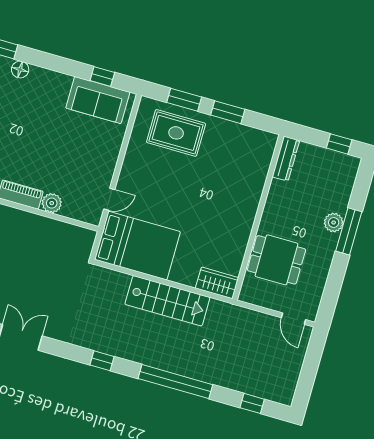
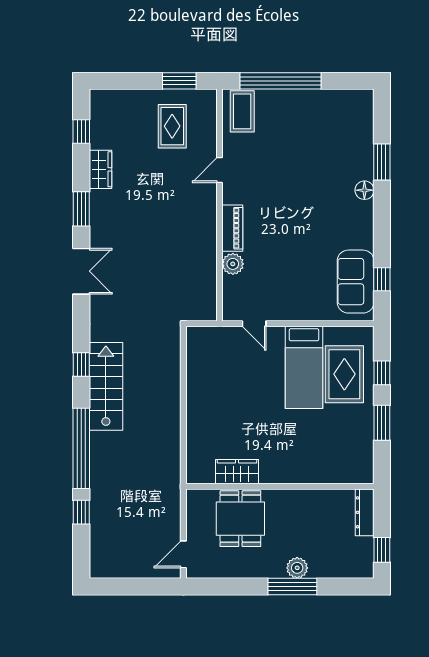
window: (184, 100) -> (382, 373), width x0.67
dresser: (286, 159) -> (365, 512), moved, turned 90
bed: (137, 246) -> (304, 367), moved, width x0.67
wardrobe: (217, 283) -> (237, 472), moved, turned -90
stairs: (167, 301) -> (106, 386), moved, turned 180
window: (252, 403) -> (81, 512), moved

